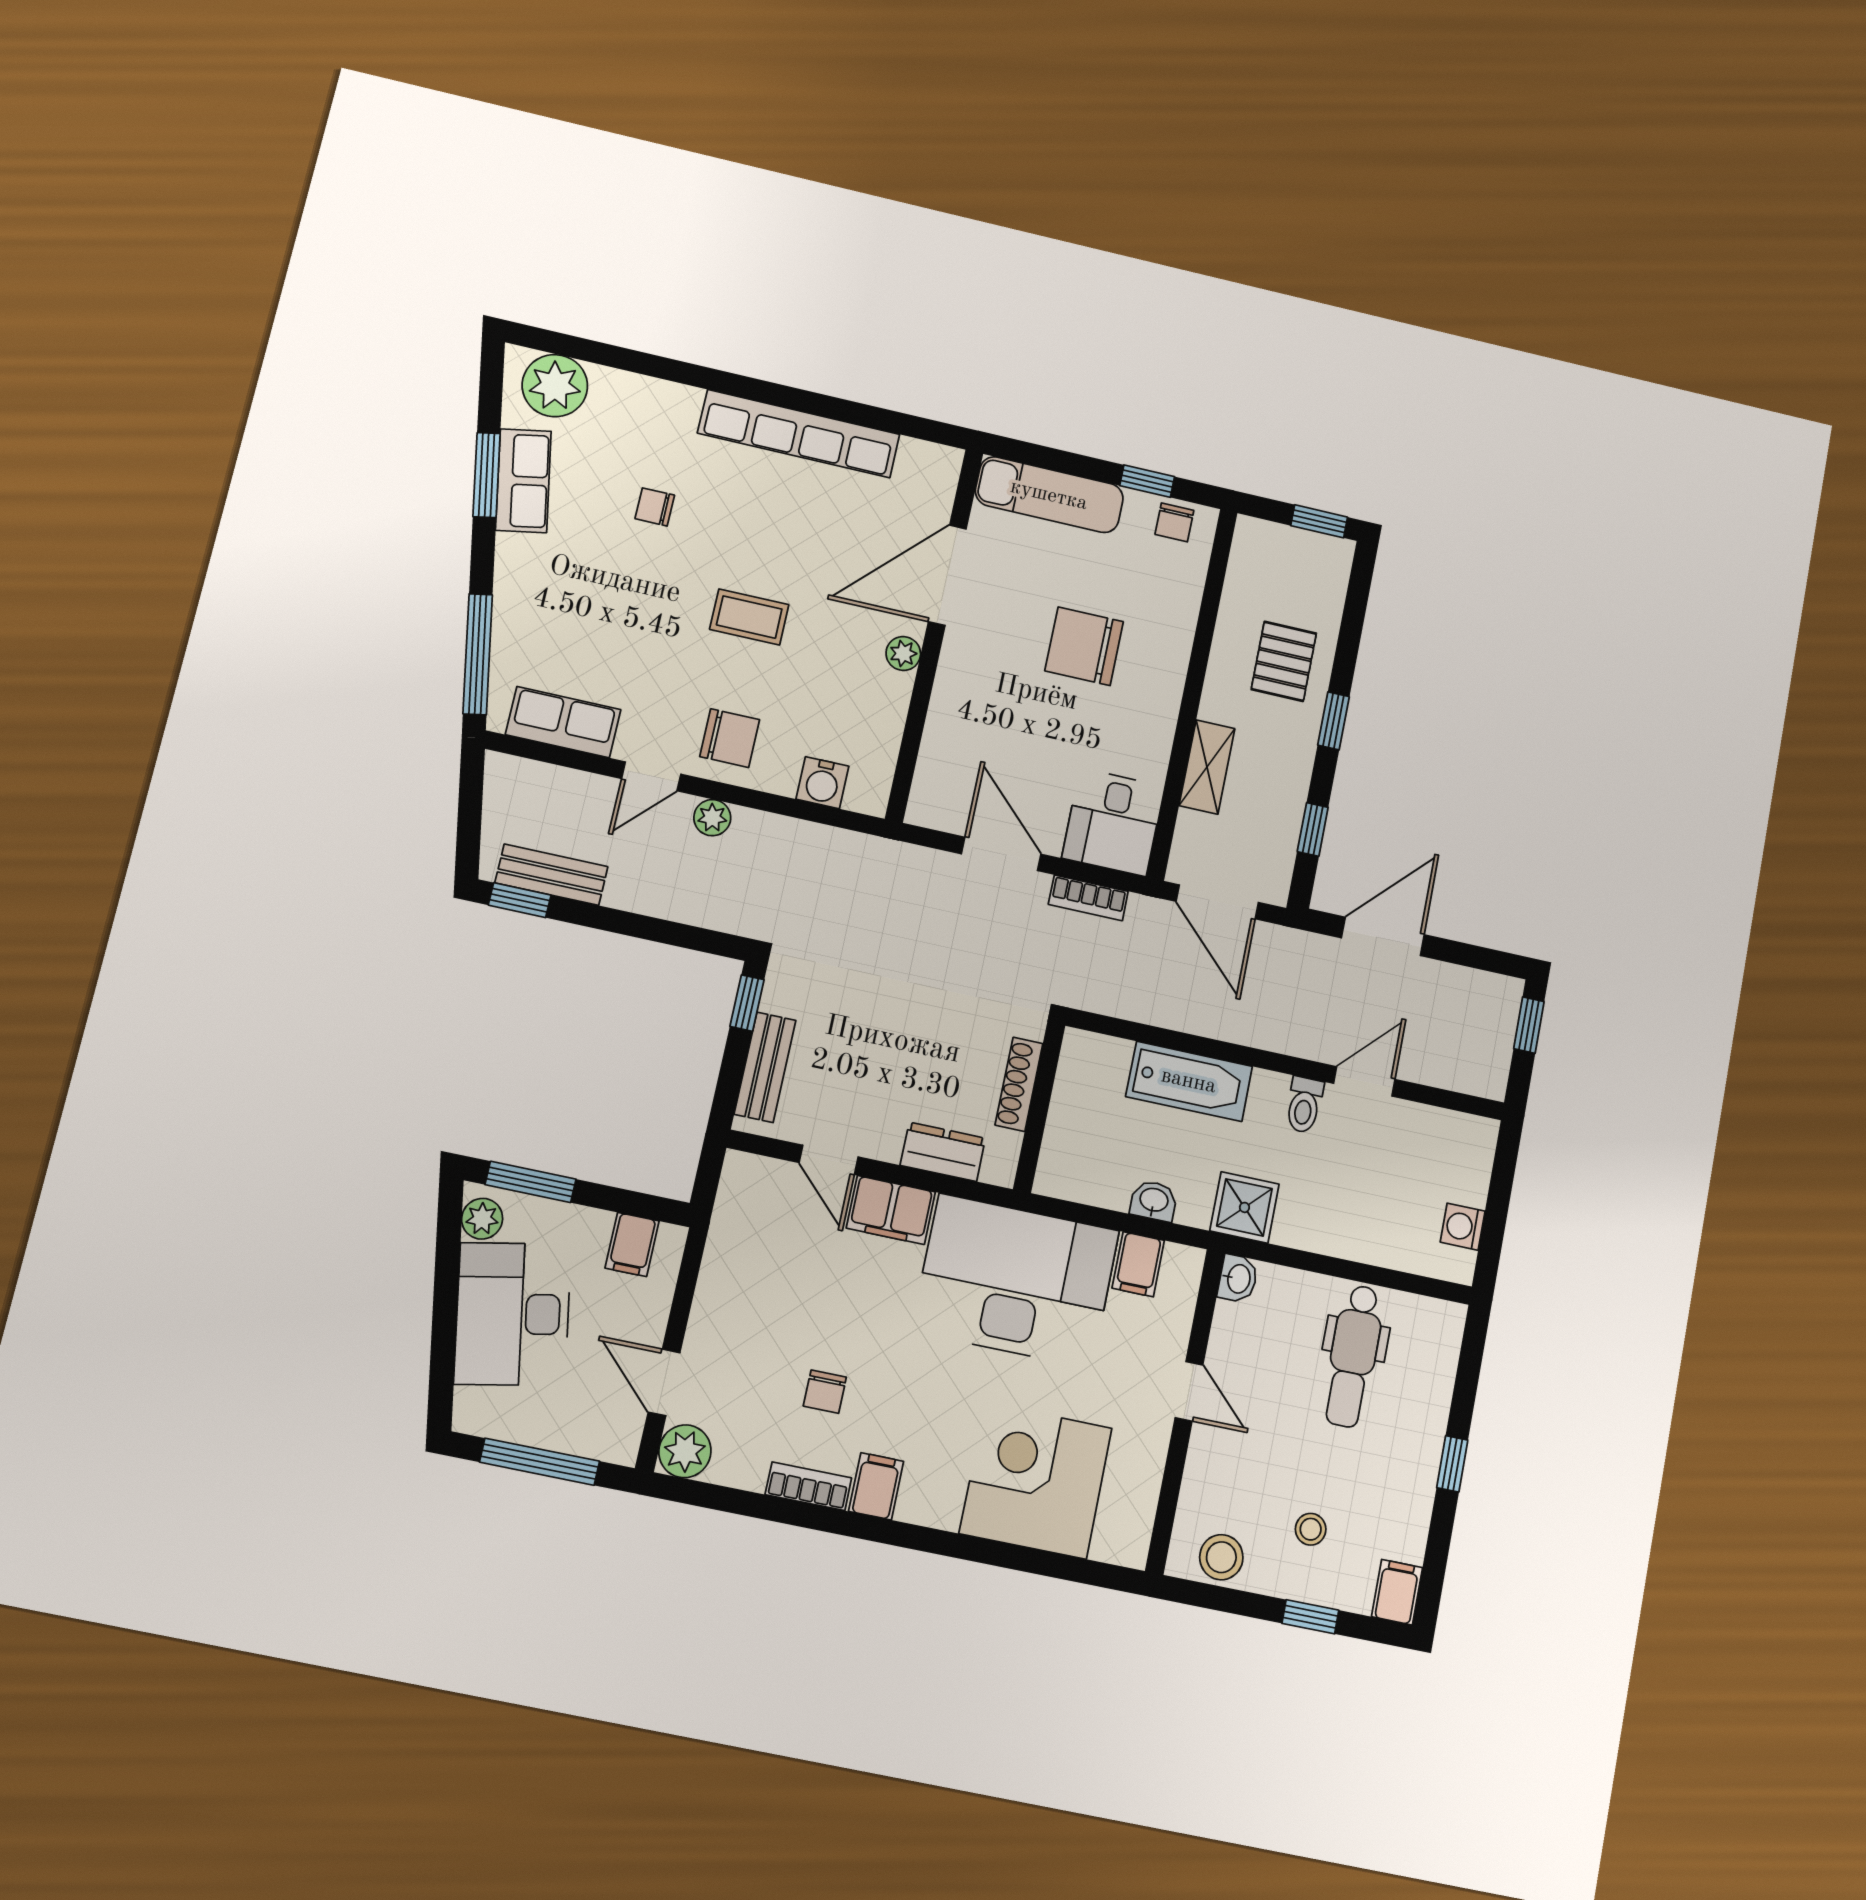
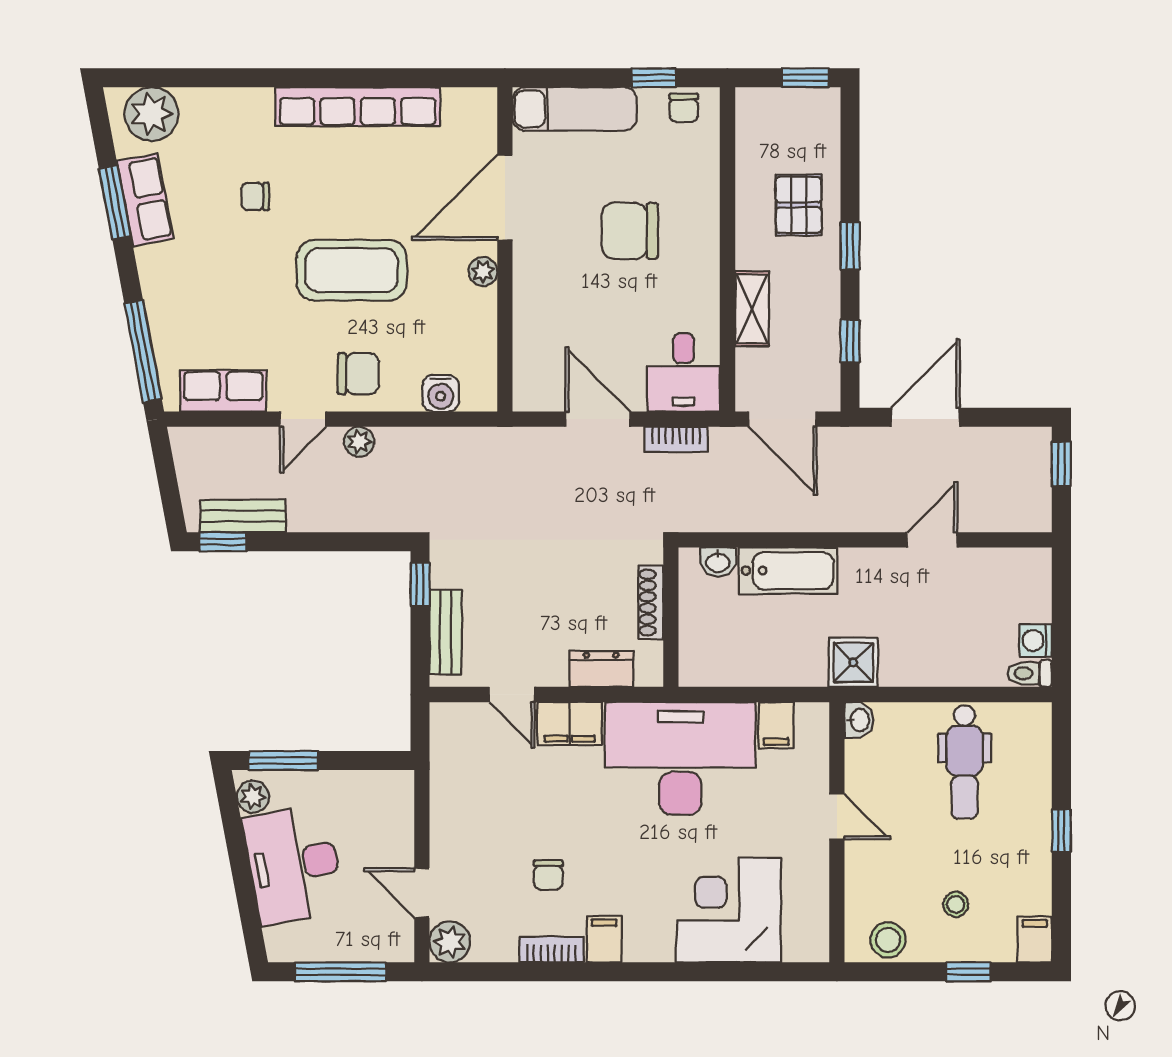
coffee table: (749, 617) -> (352, 270), width x1.86, depth x1.72
toilet: (1304, 1105) -> (1030, 673), moved, turned 90
washbasin: (1154, 1201) -> (718, 562), moved, turned 180
filing cabinet: (632, 1244) -> (373, 792), removed

